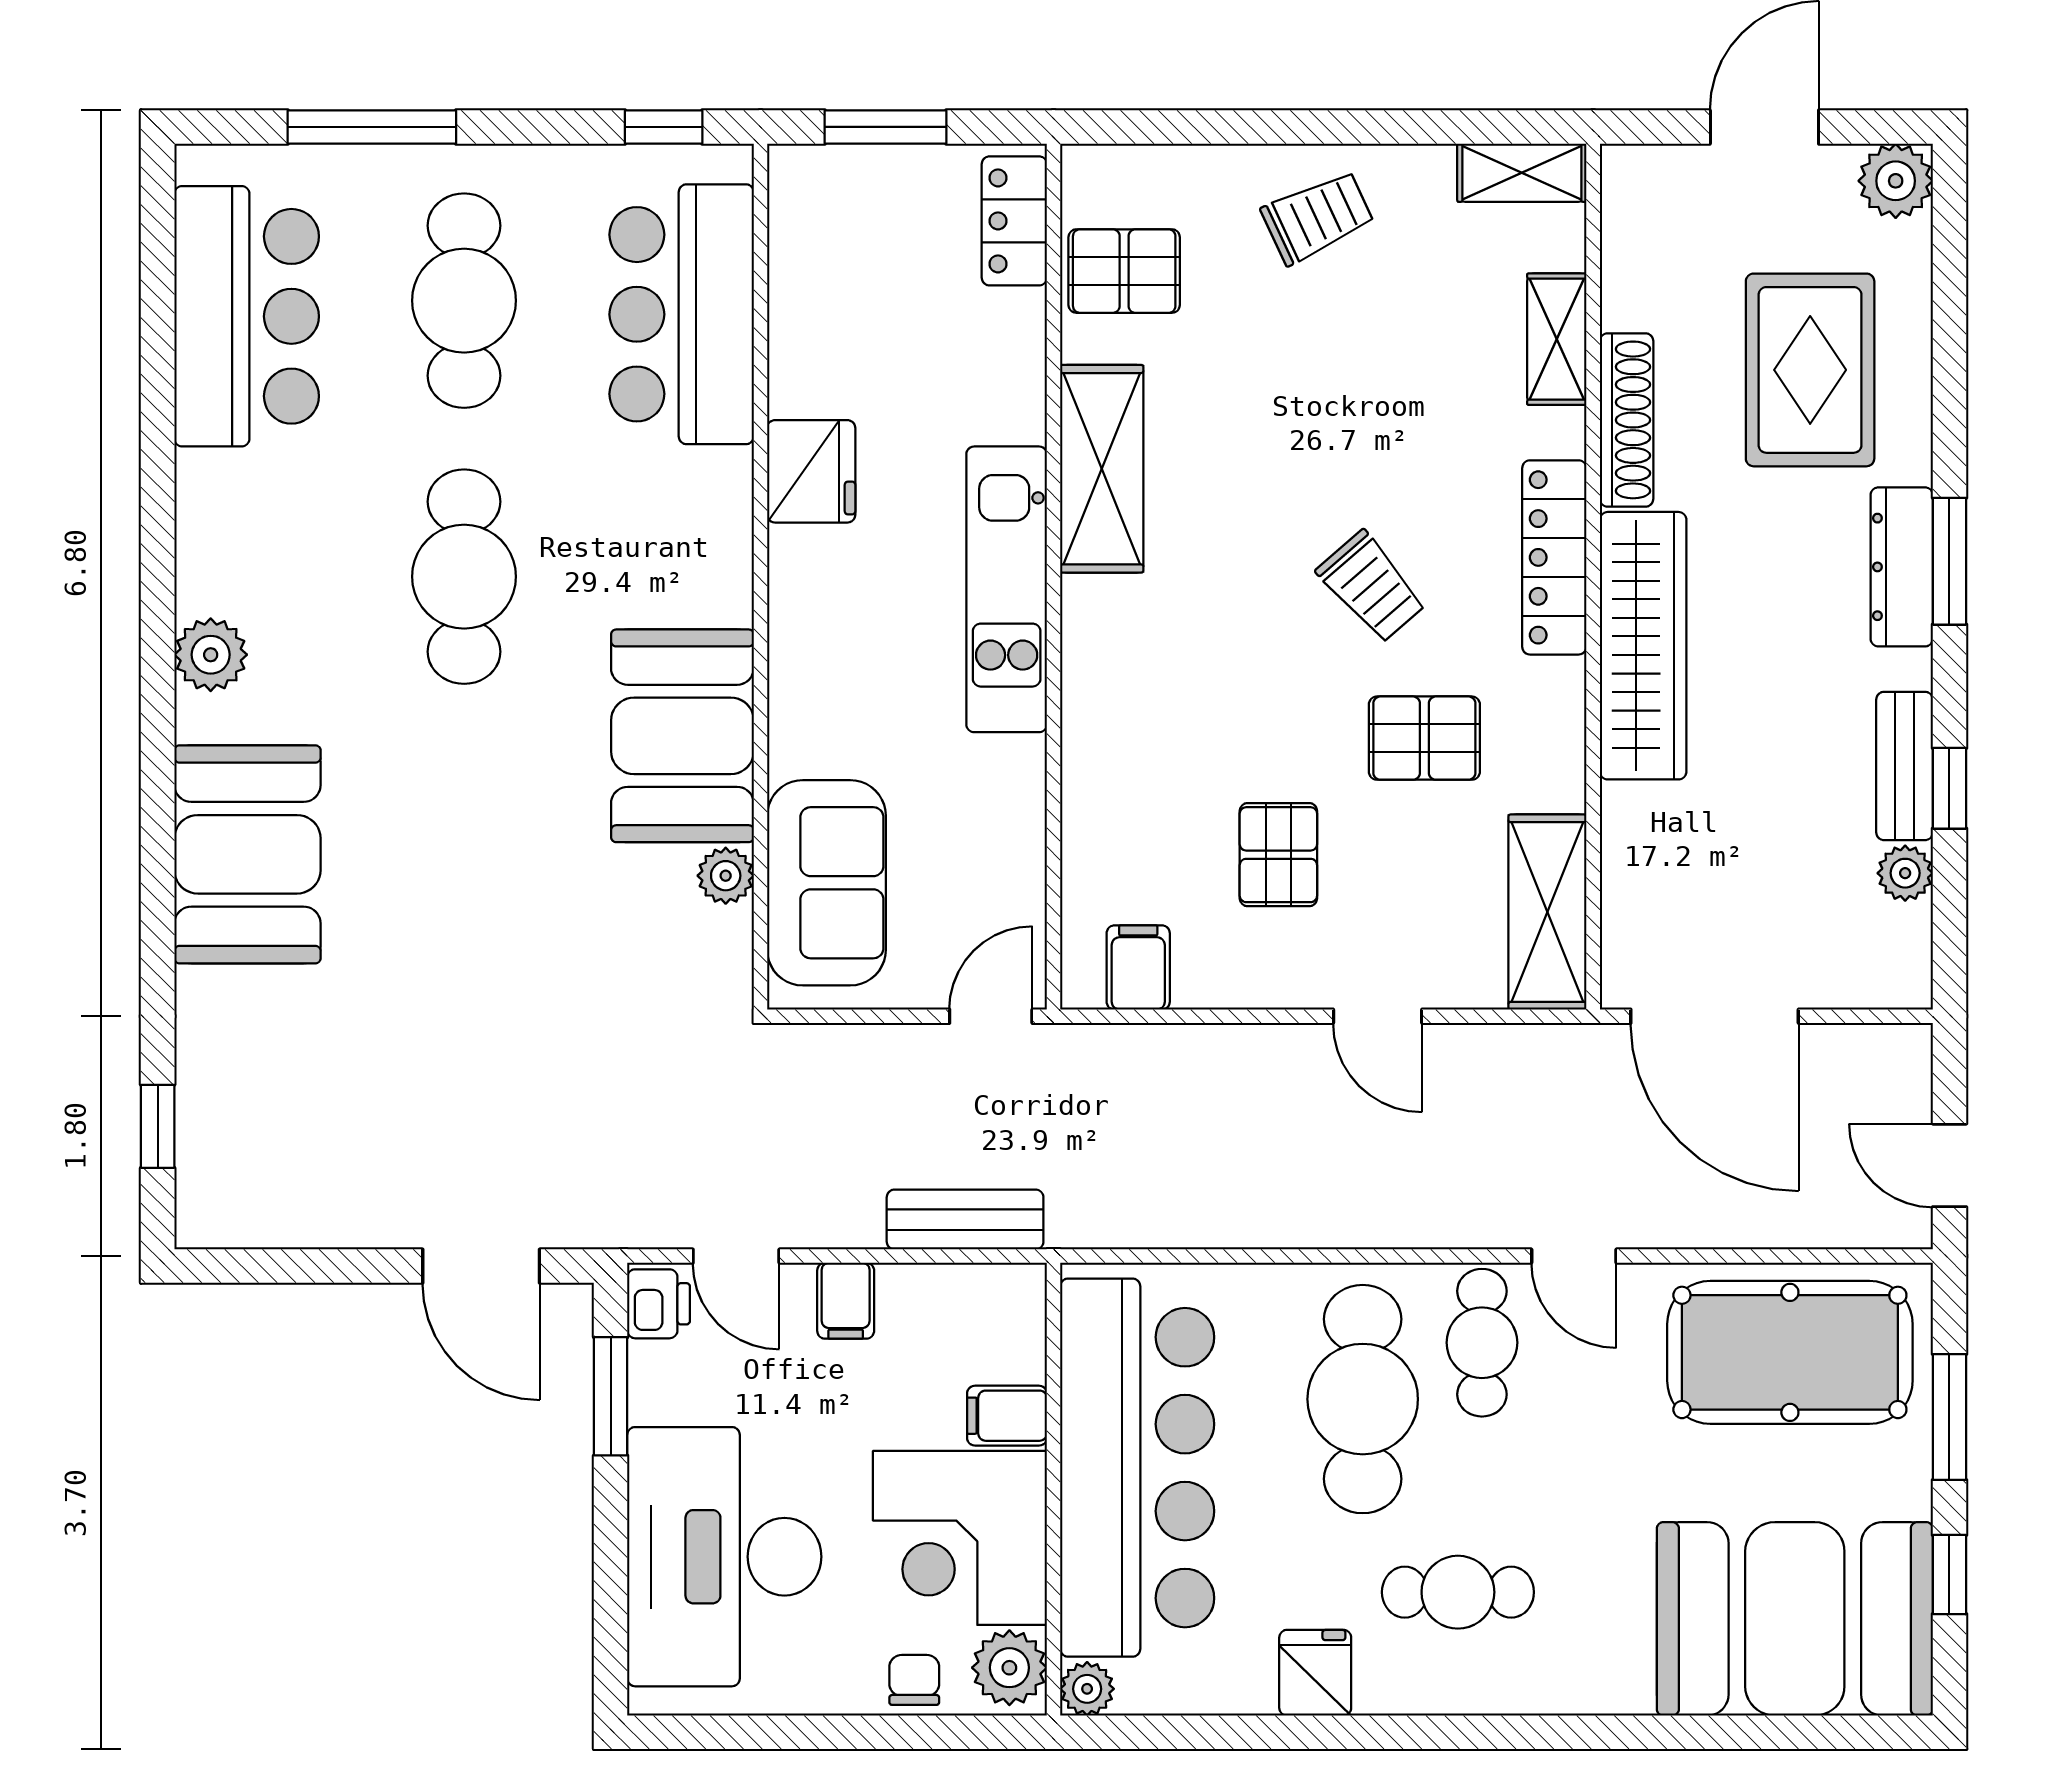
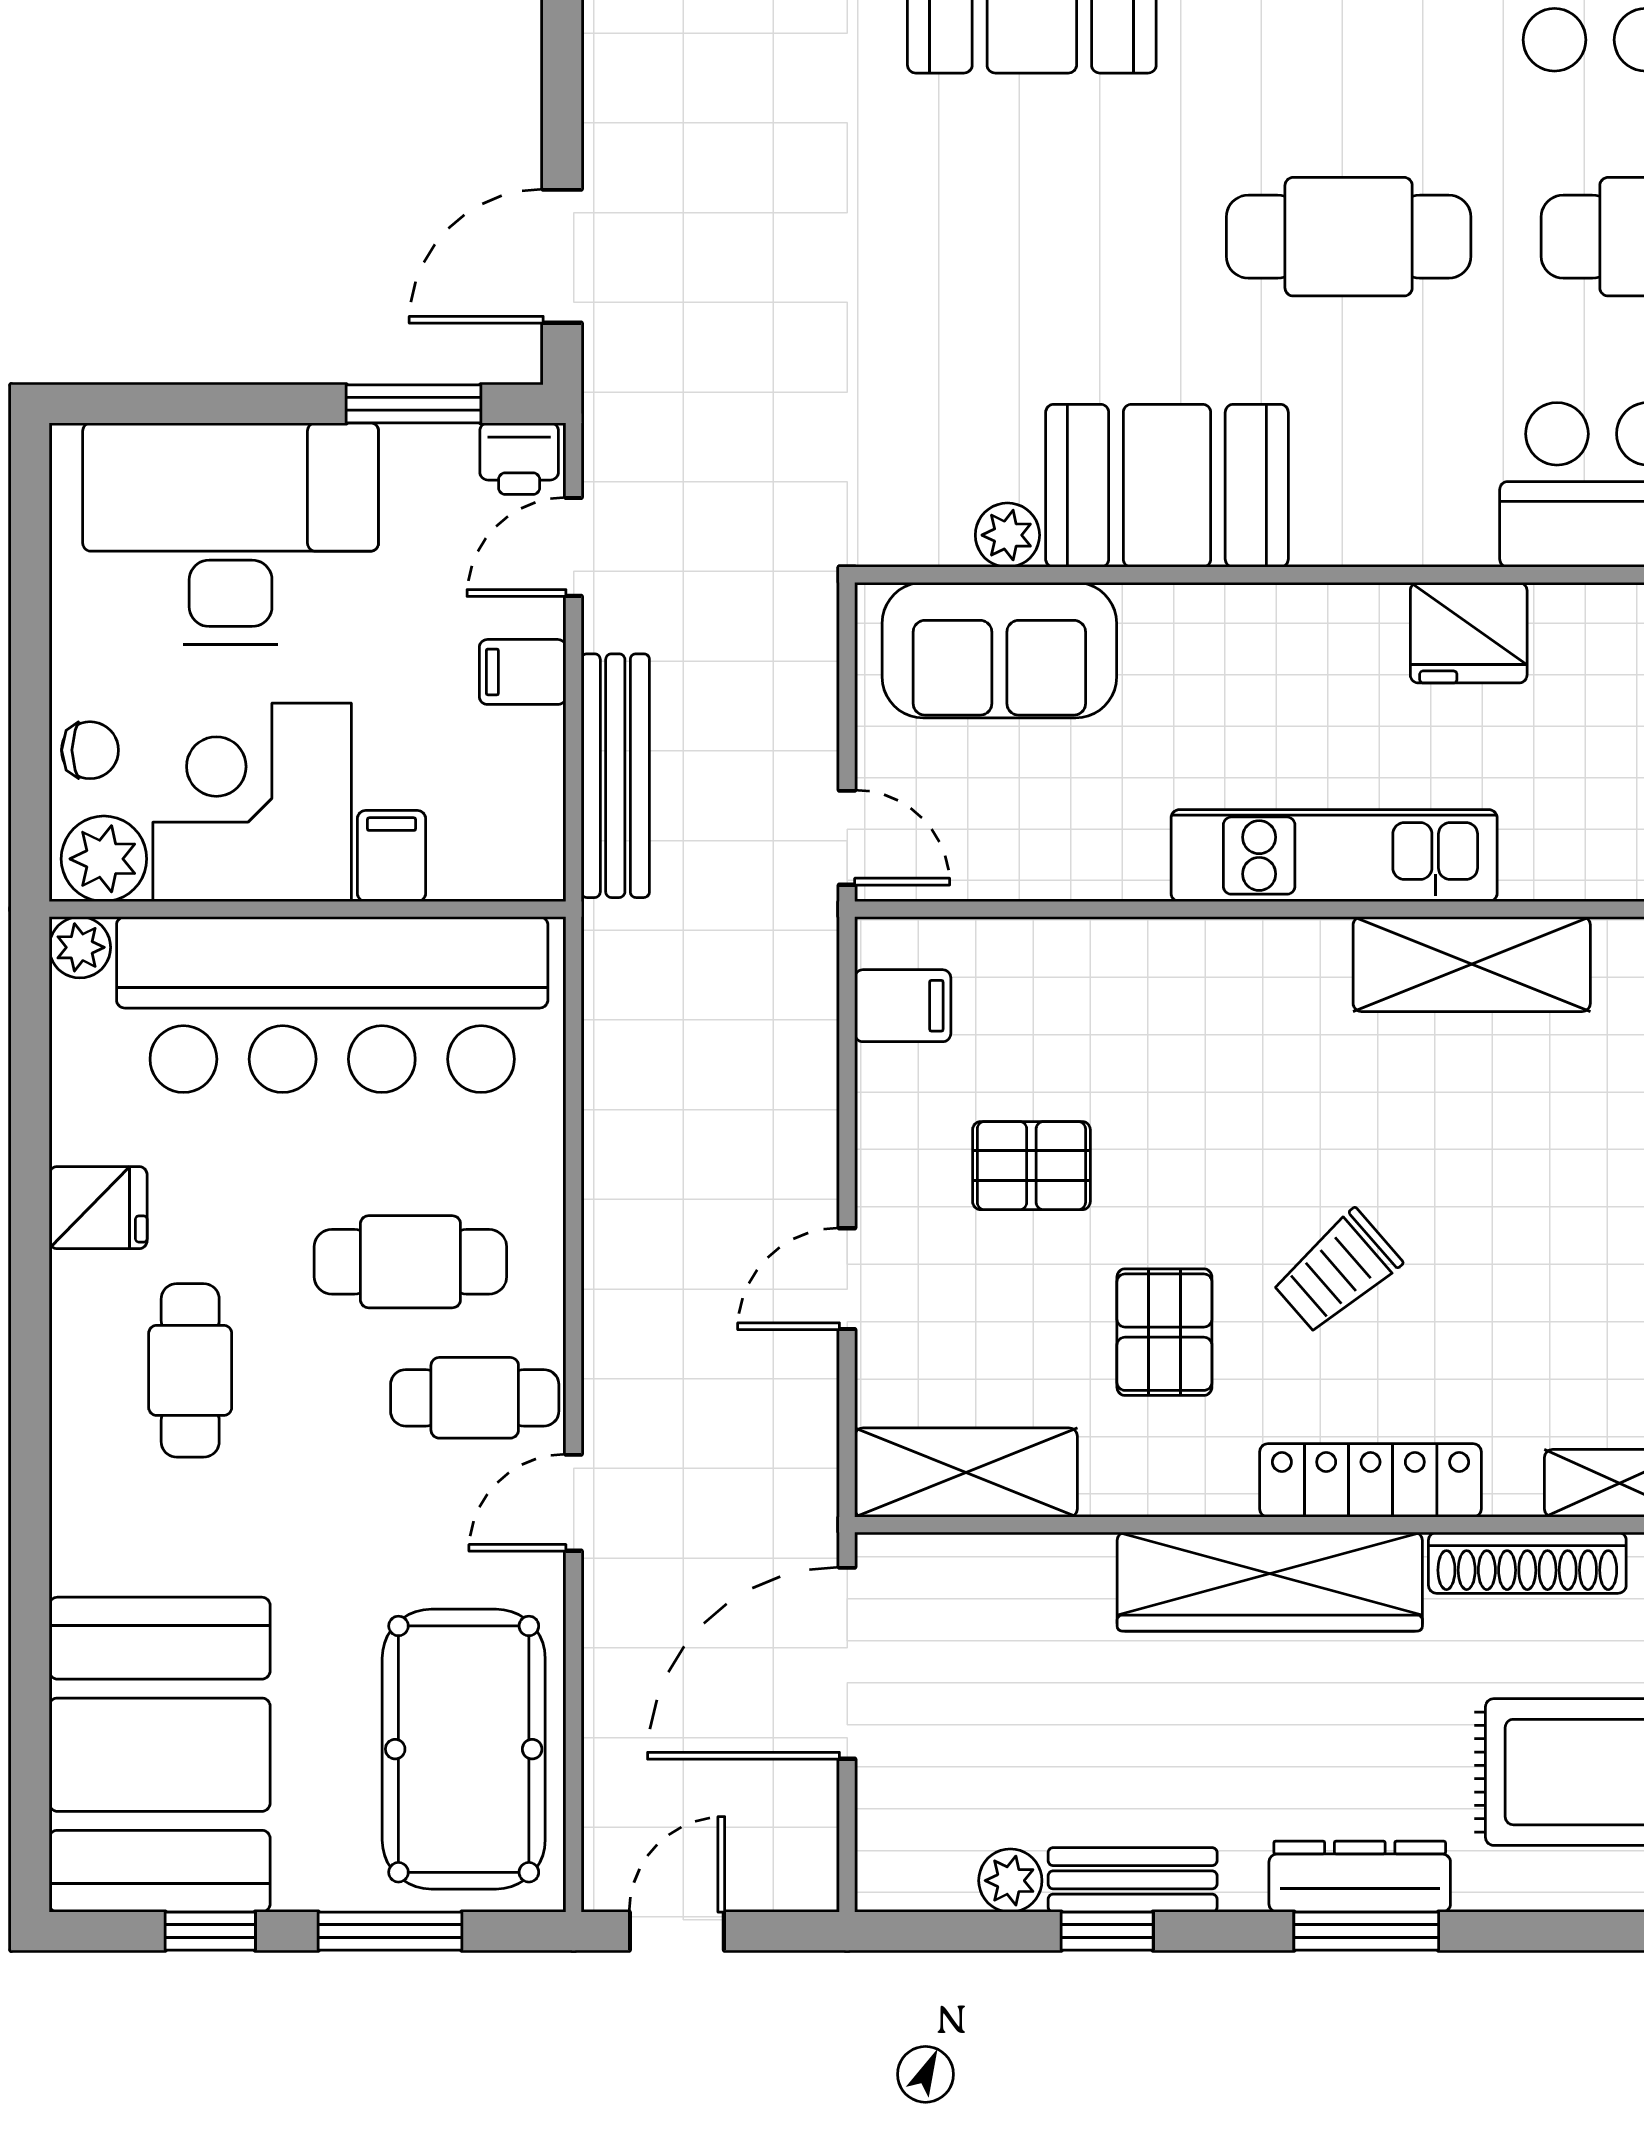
bench: (965, 1219) -> (615, 776), width x1.36
cafe table: (1363, 1399) -> (410, 1262), width x0.73, depth x0.74

